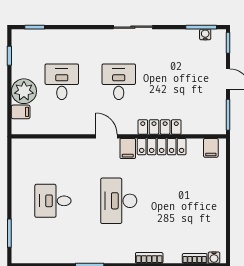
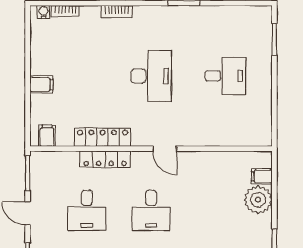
desk: (62, 82) -> (87, 210), moved
filing cabinet: (128, 149) -> (41, 85), moved, turned 90

